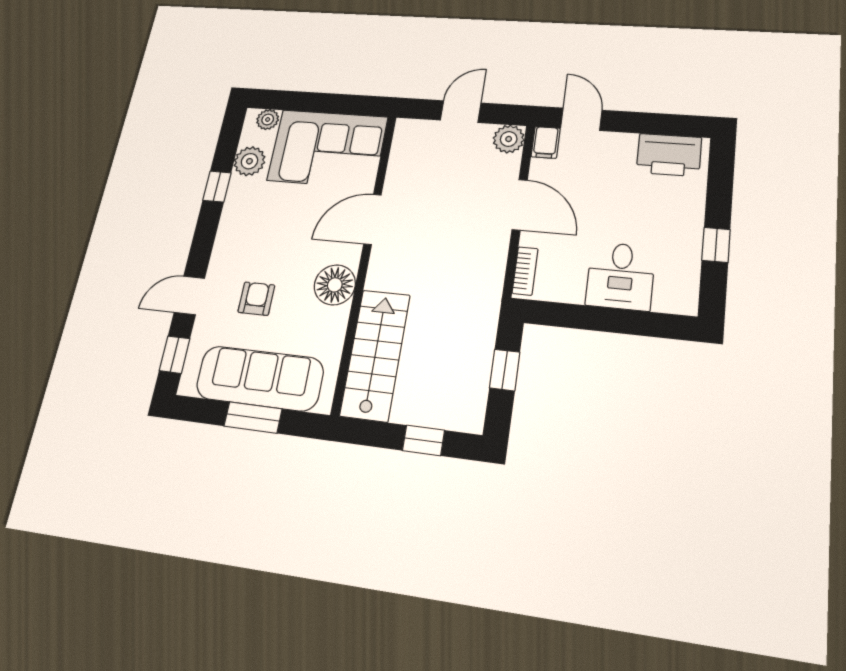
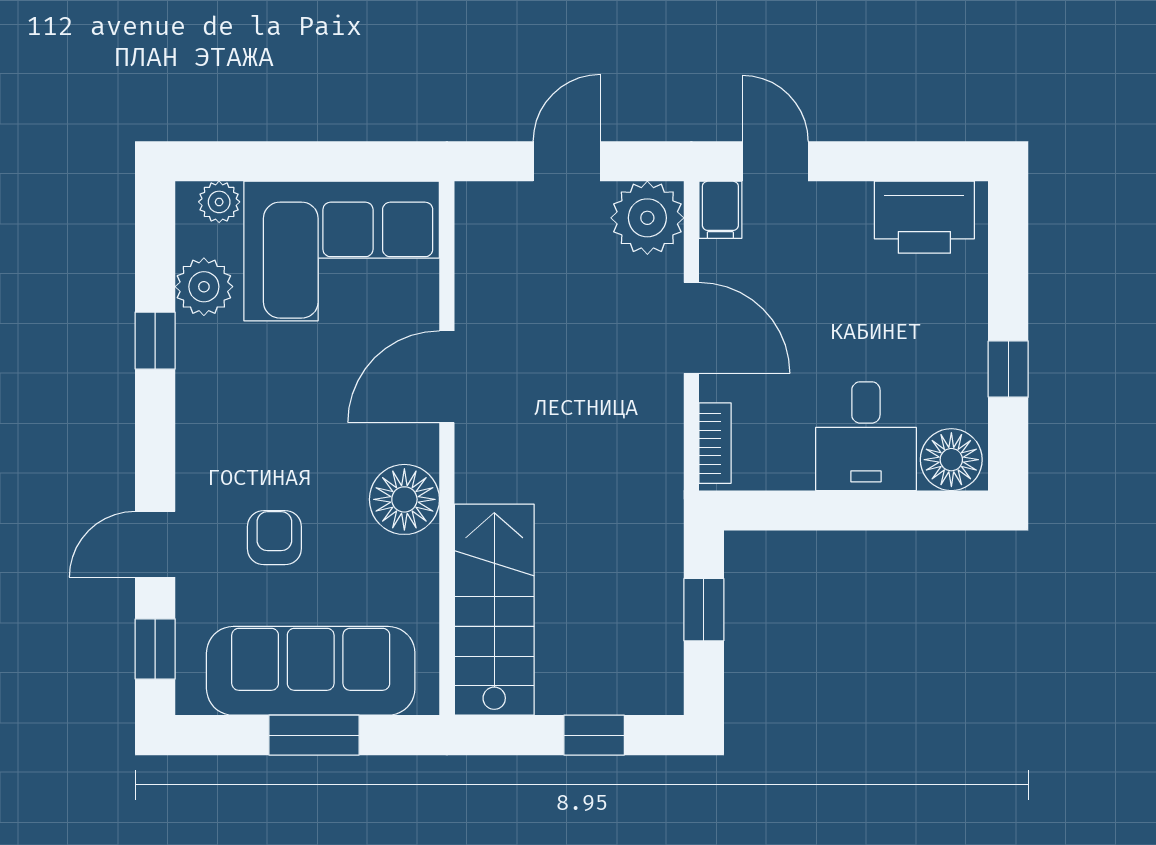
plant: (509, 139) -> (647, 218), width x1.36, depth x1.36
floor lamp: (675, 295) -> (951, 460), added

